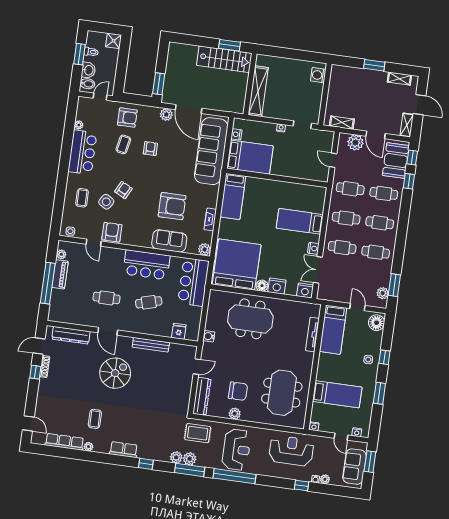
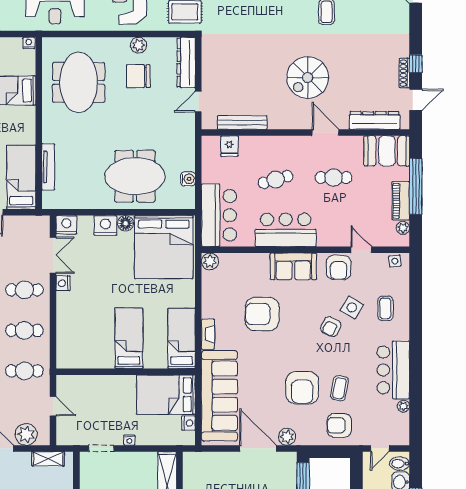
armchair: (150, 149) -> (302, 388), width x1.88, depth x1.88
fireplace: (210, 219) -> (208, 334), moved
bed: (300, 221) -> (129, 338), moved, turned -90
sofa: (169, 241) -> (293, 266), moved
booth: (65, 312) -> (387, 151), added
water cooler: (209, 336) -> (188, 179), moved
bench: (151, 345) -> (242, 123), moved

